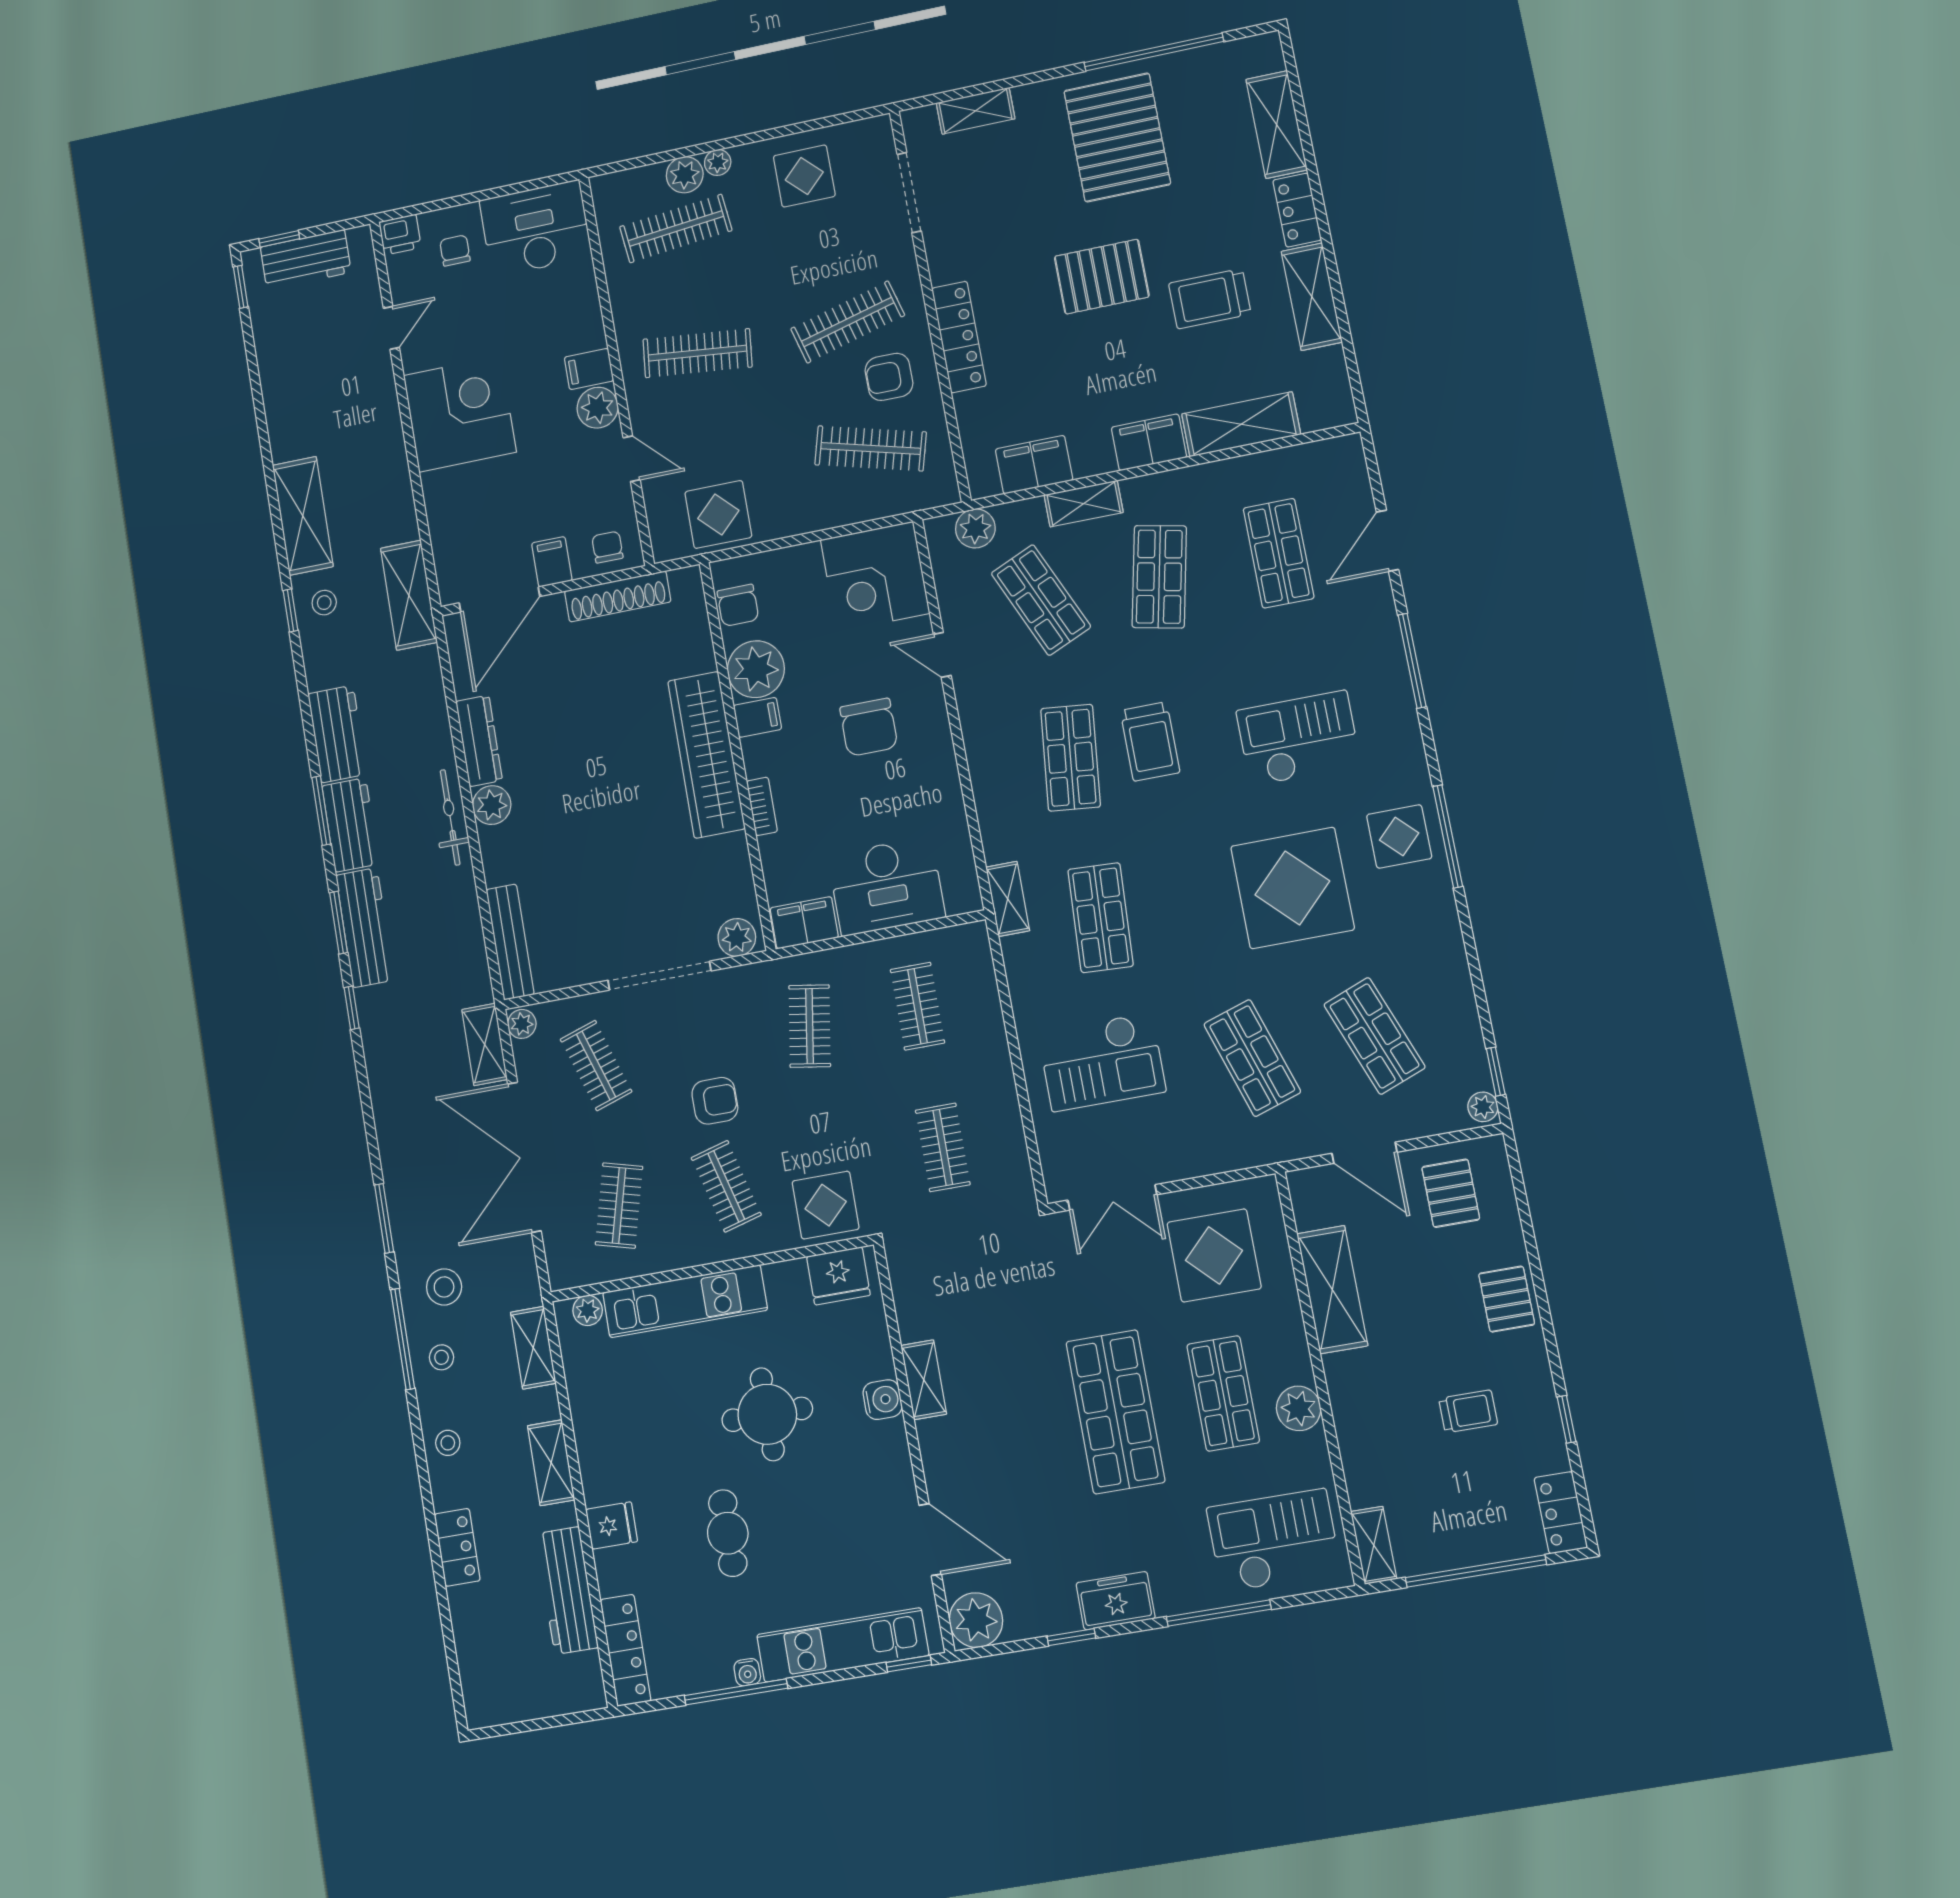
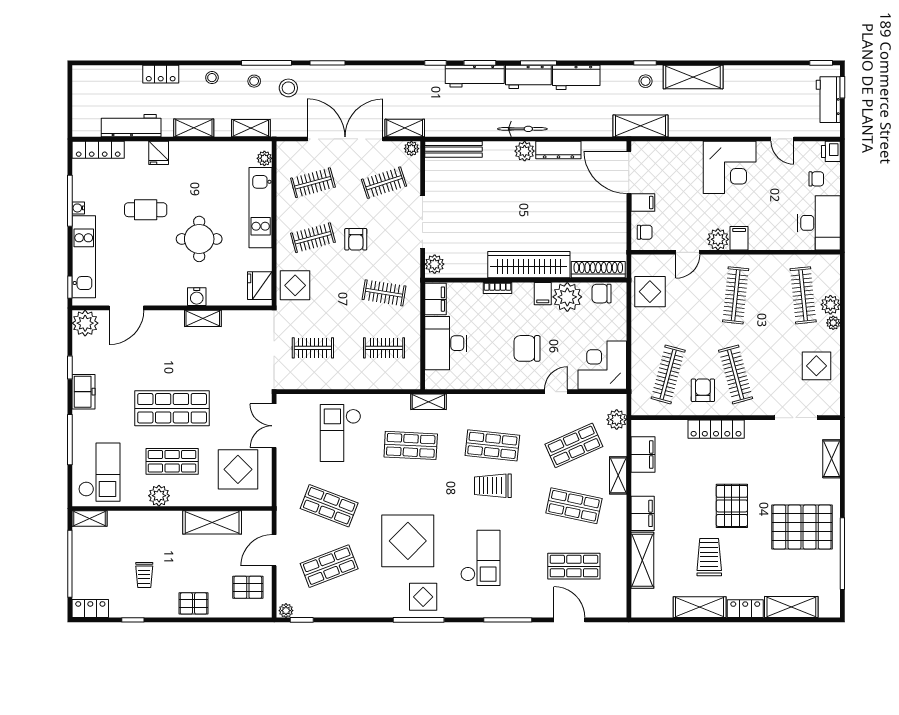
shoe rack: (618, 596) -> (598, 270), moved, turned 90
shop shelf: (1252, 1058) -> (329, 506), turned 39
clothes rail: (619, 1206) -> (313, 183), turned -30

